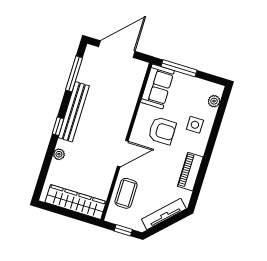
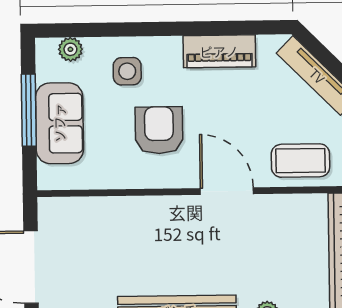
window: (179, 68) -> (29, 110), moved
sofa: (157, 86) -> (59, 123), moved, turned 90

